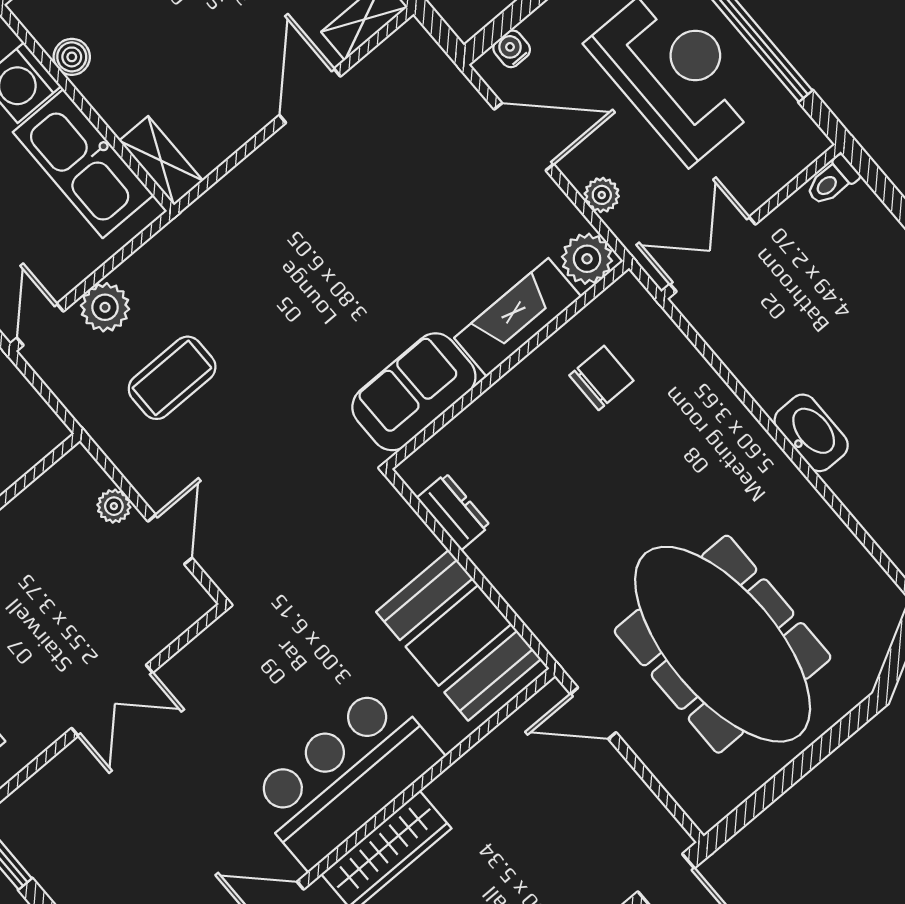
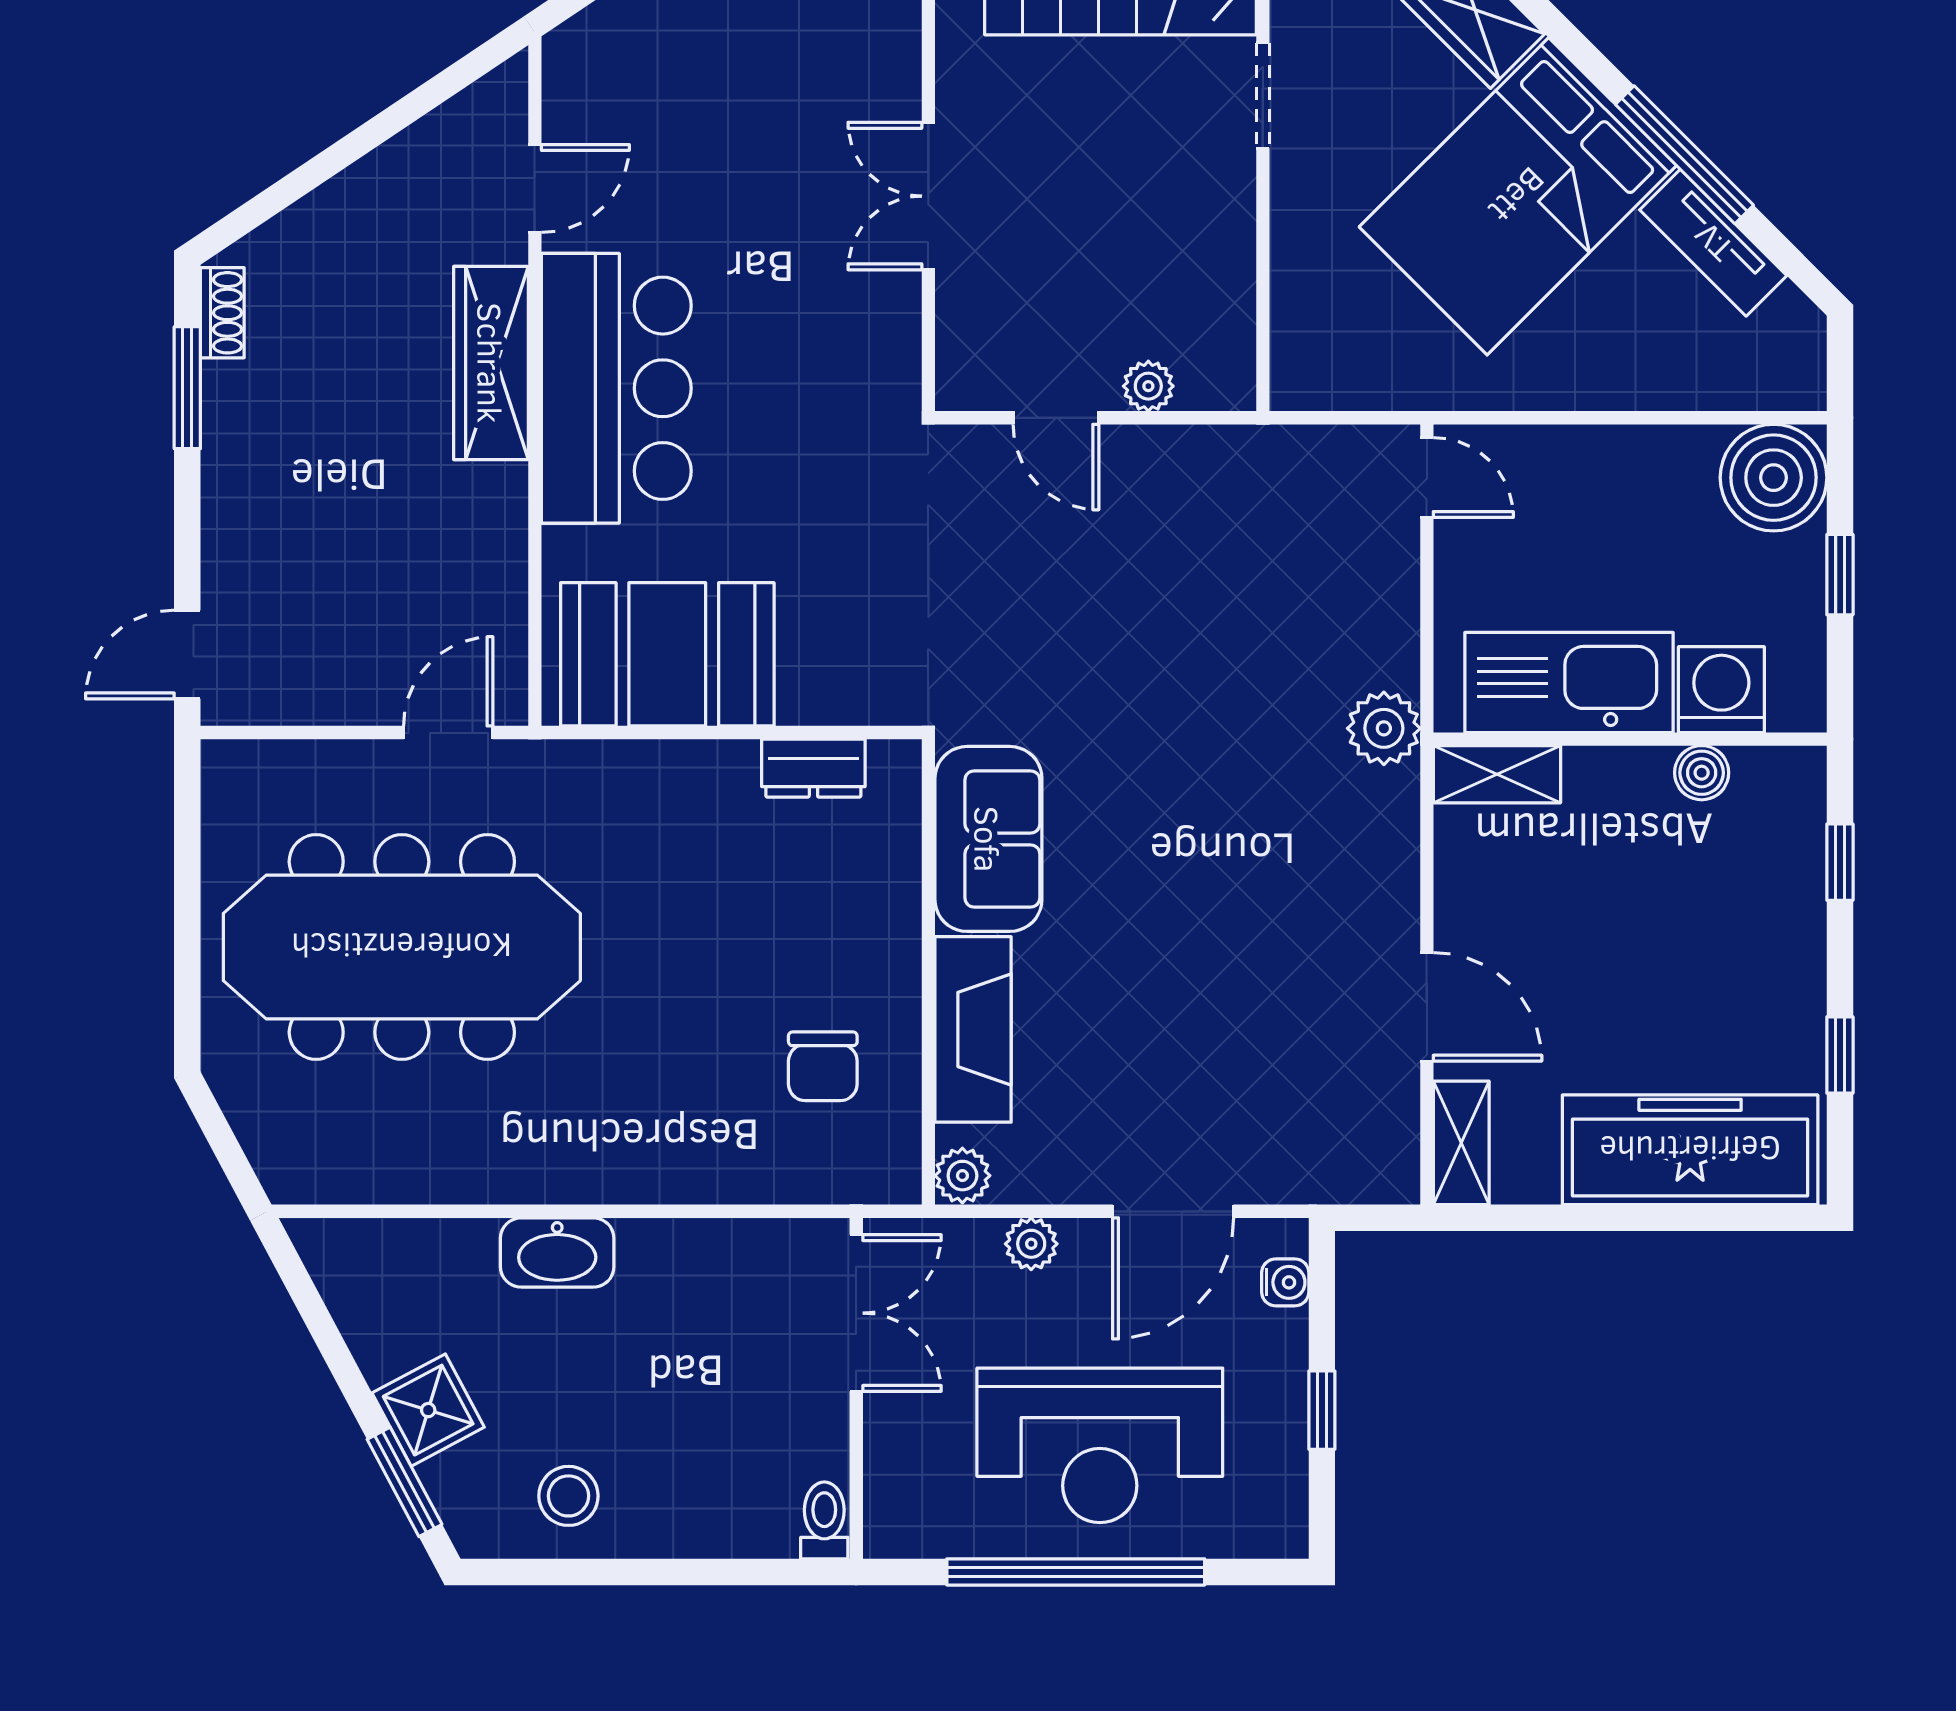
plant: (587, 259) -> (962, 1176), width x0.73, depth x0.73
plant: (105, 307) -> (1384, 728), moved
coffee table: (172, 378) -> (1238, 577), removed

